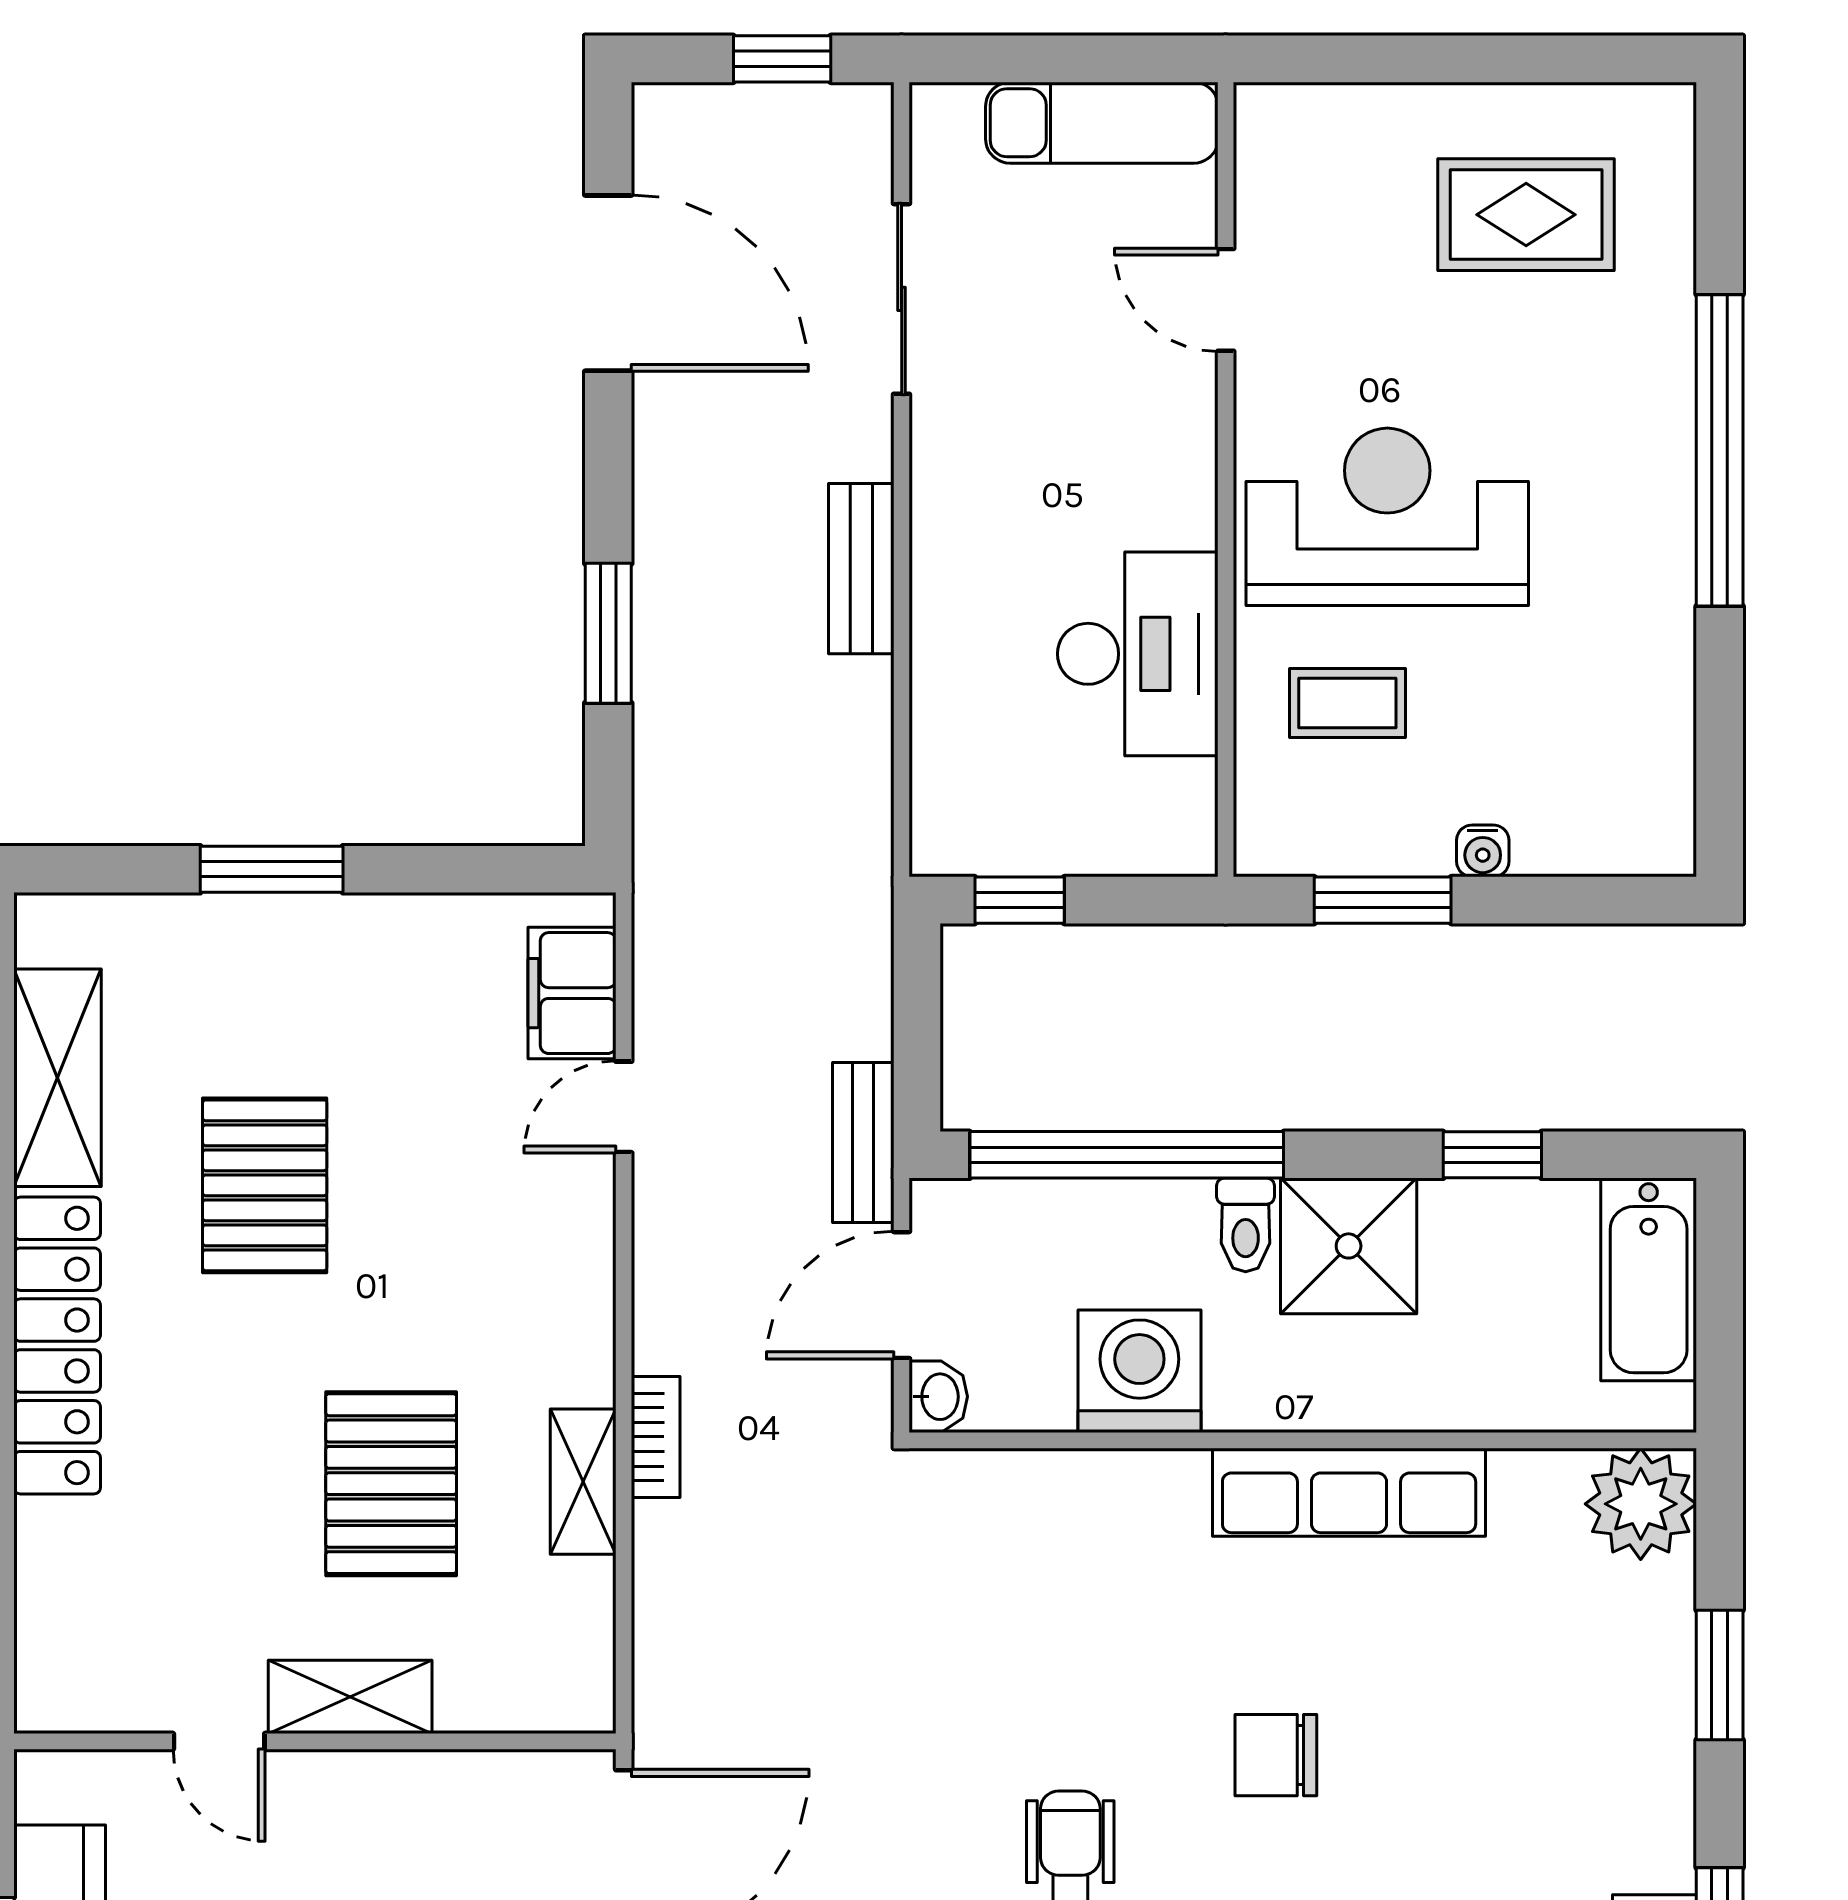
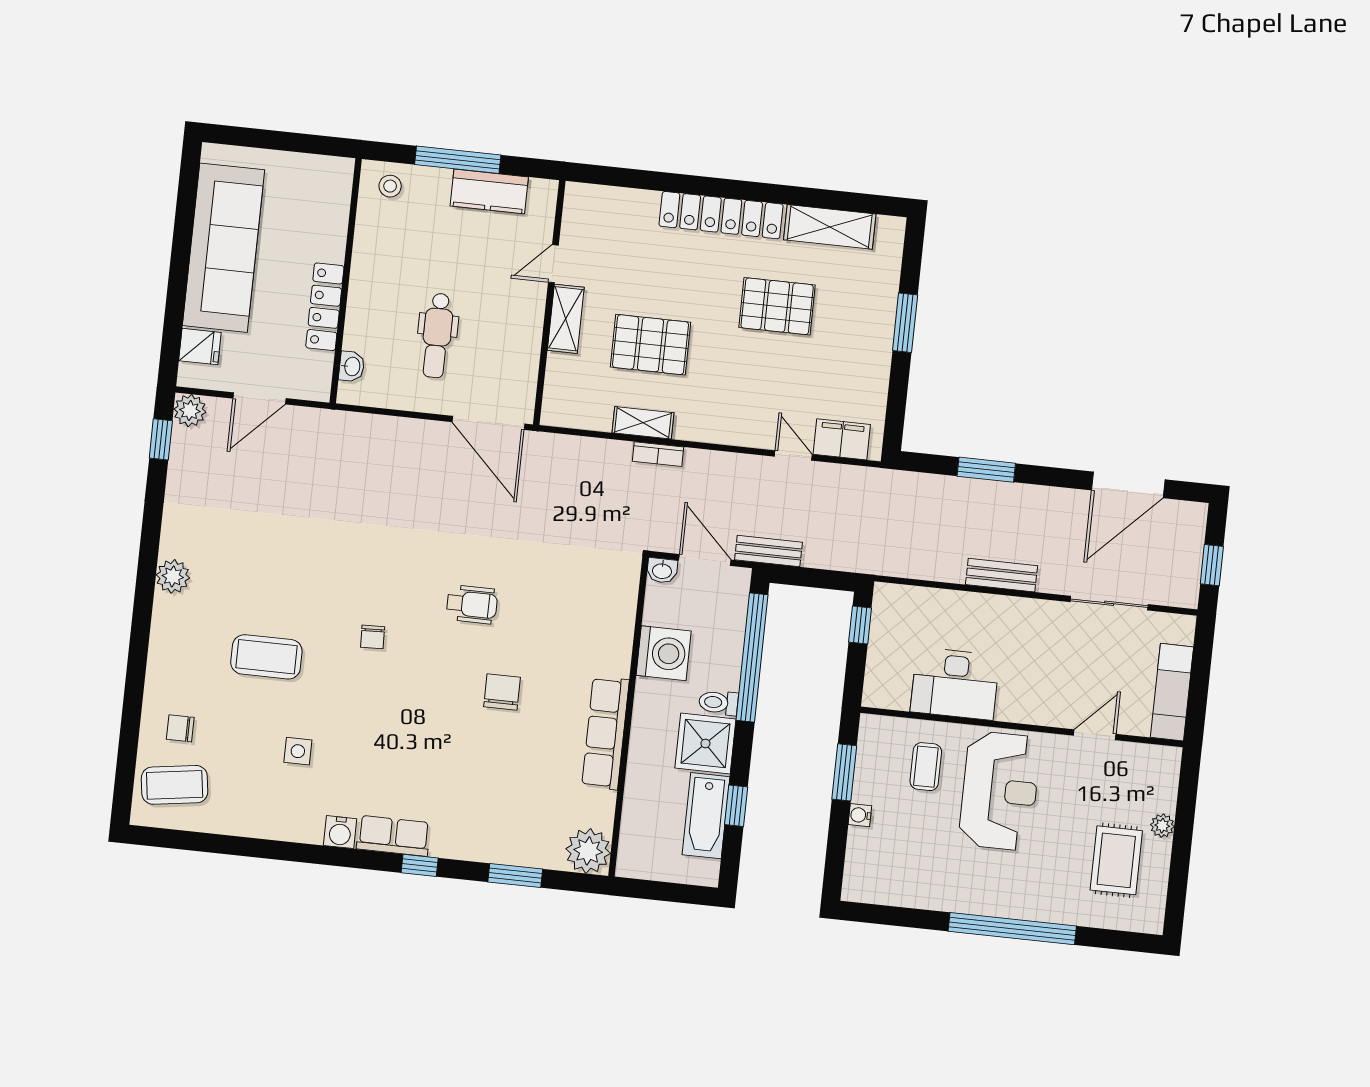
plant: (1430, 112) -> (1162, 826), added
bathtub: (1649, 1279) -> (706, 816), moved, turned -90

